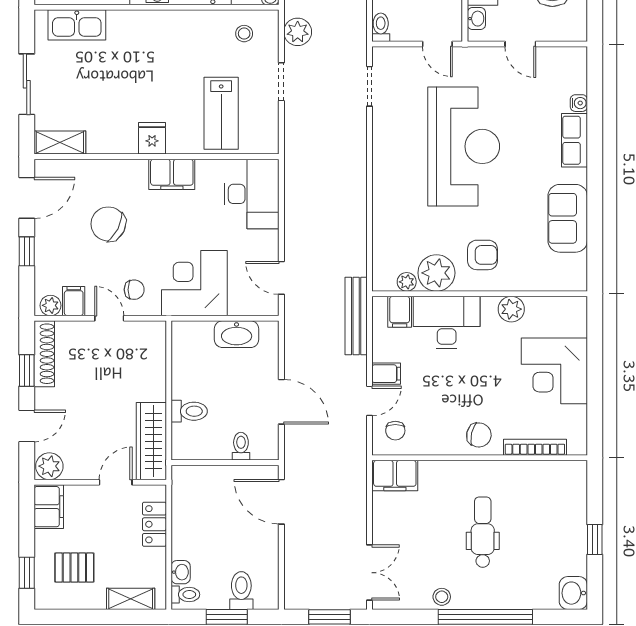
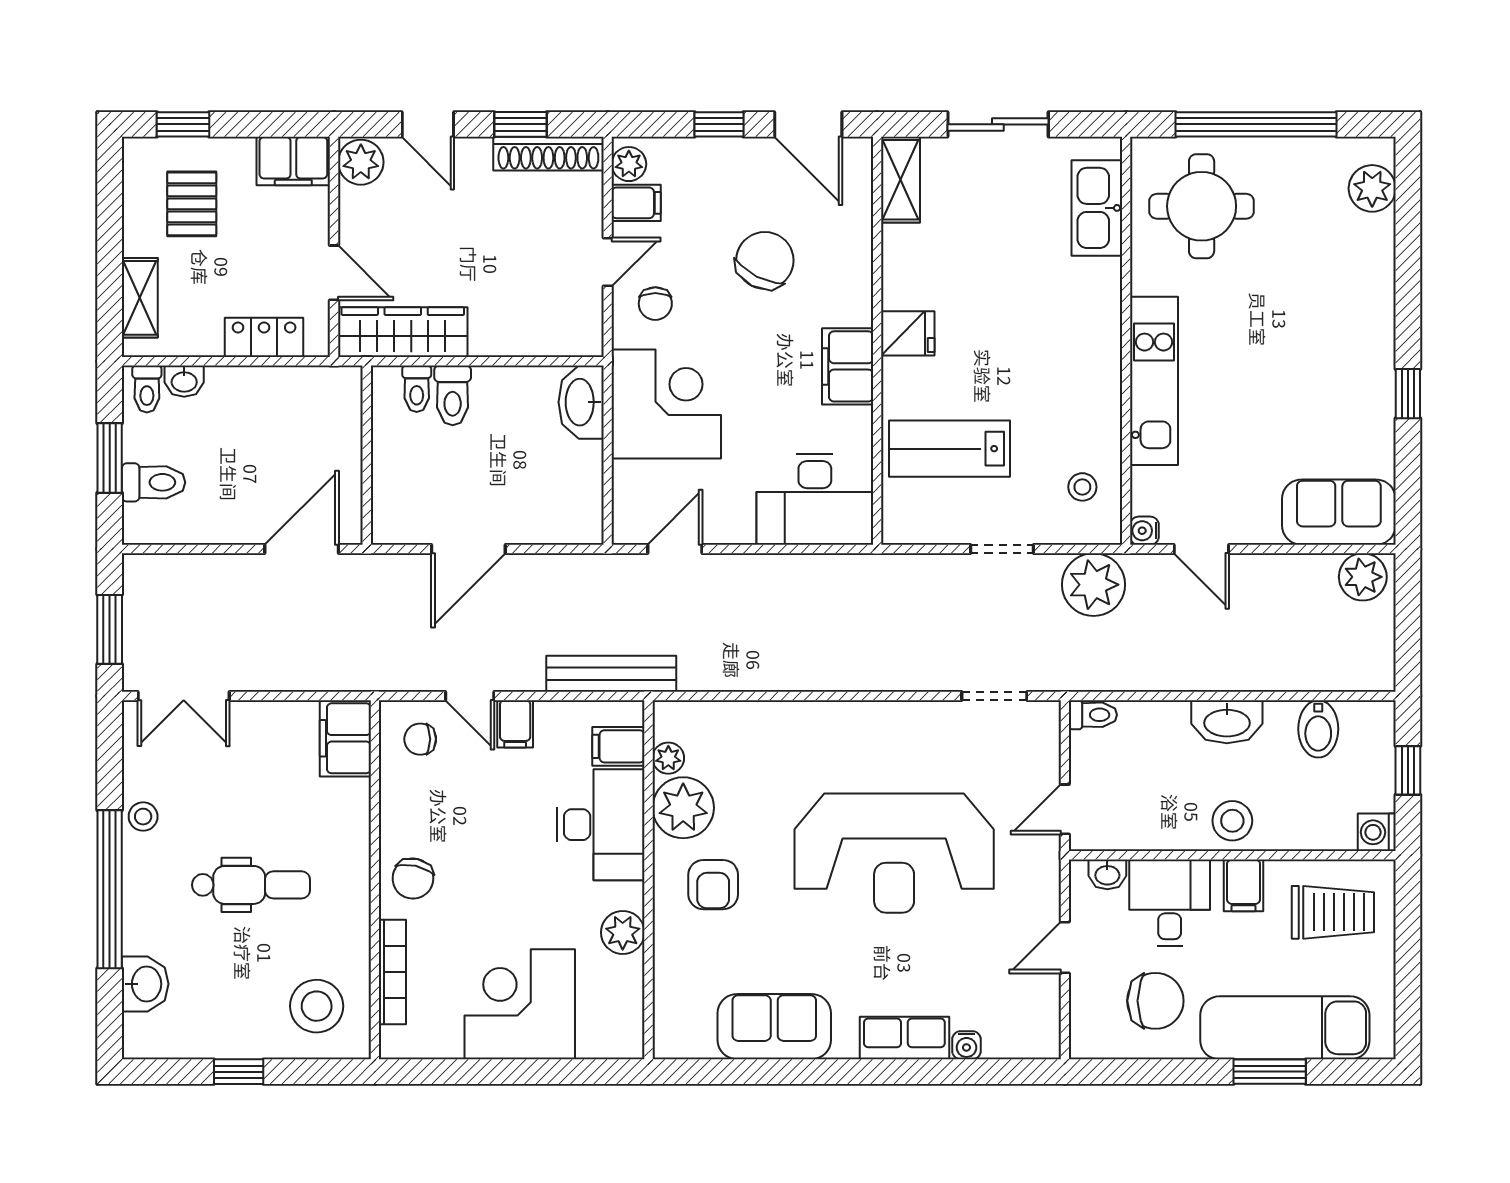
plant: (298, 32) -> (1094, 585), width x1.36, depth x1.36
washbasin: (237, 334) -> (581, 402), moved
toilet: (241, 446) -> (417, 389), moved, turned 90
stool: (555, 493) -> (317, 1006), added
washbasin: (573, 593) -> (145, 984), moved, turned 90

